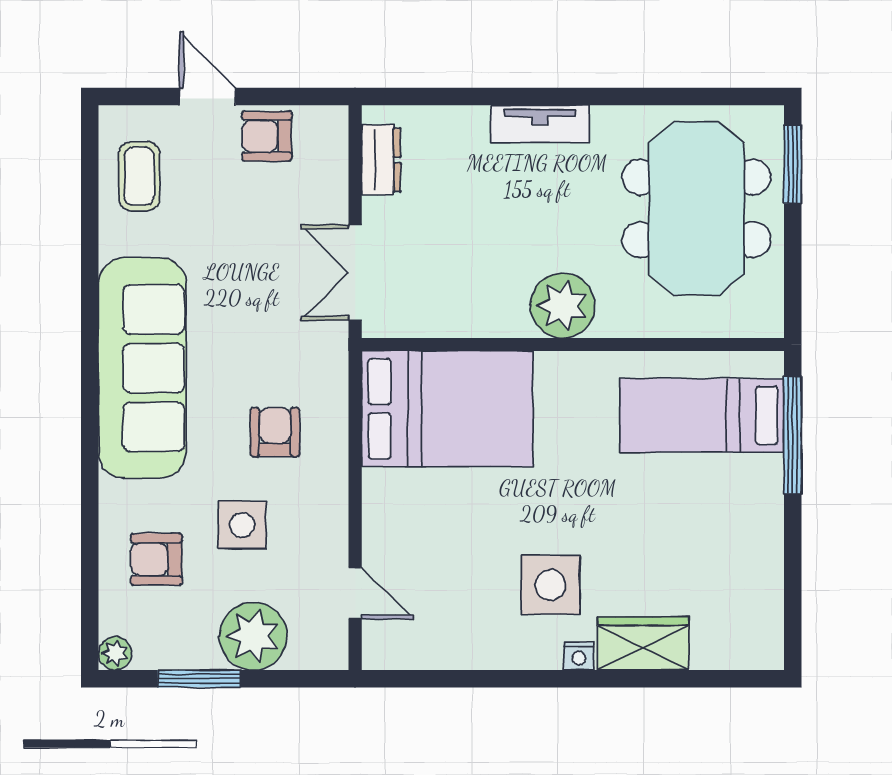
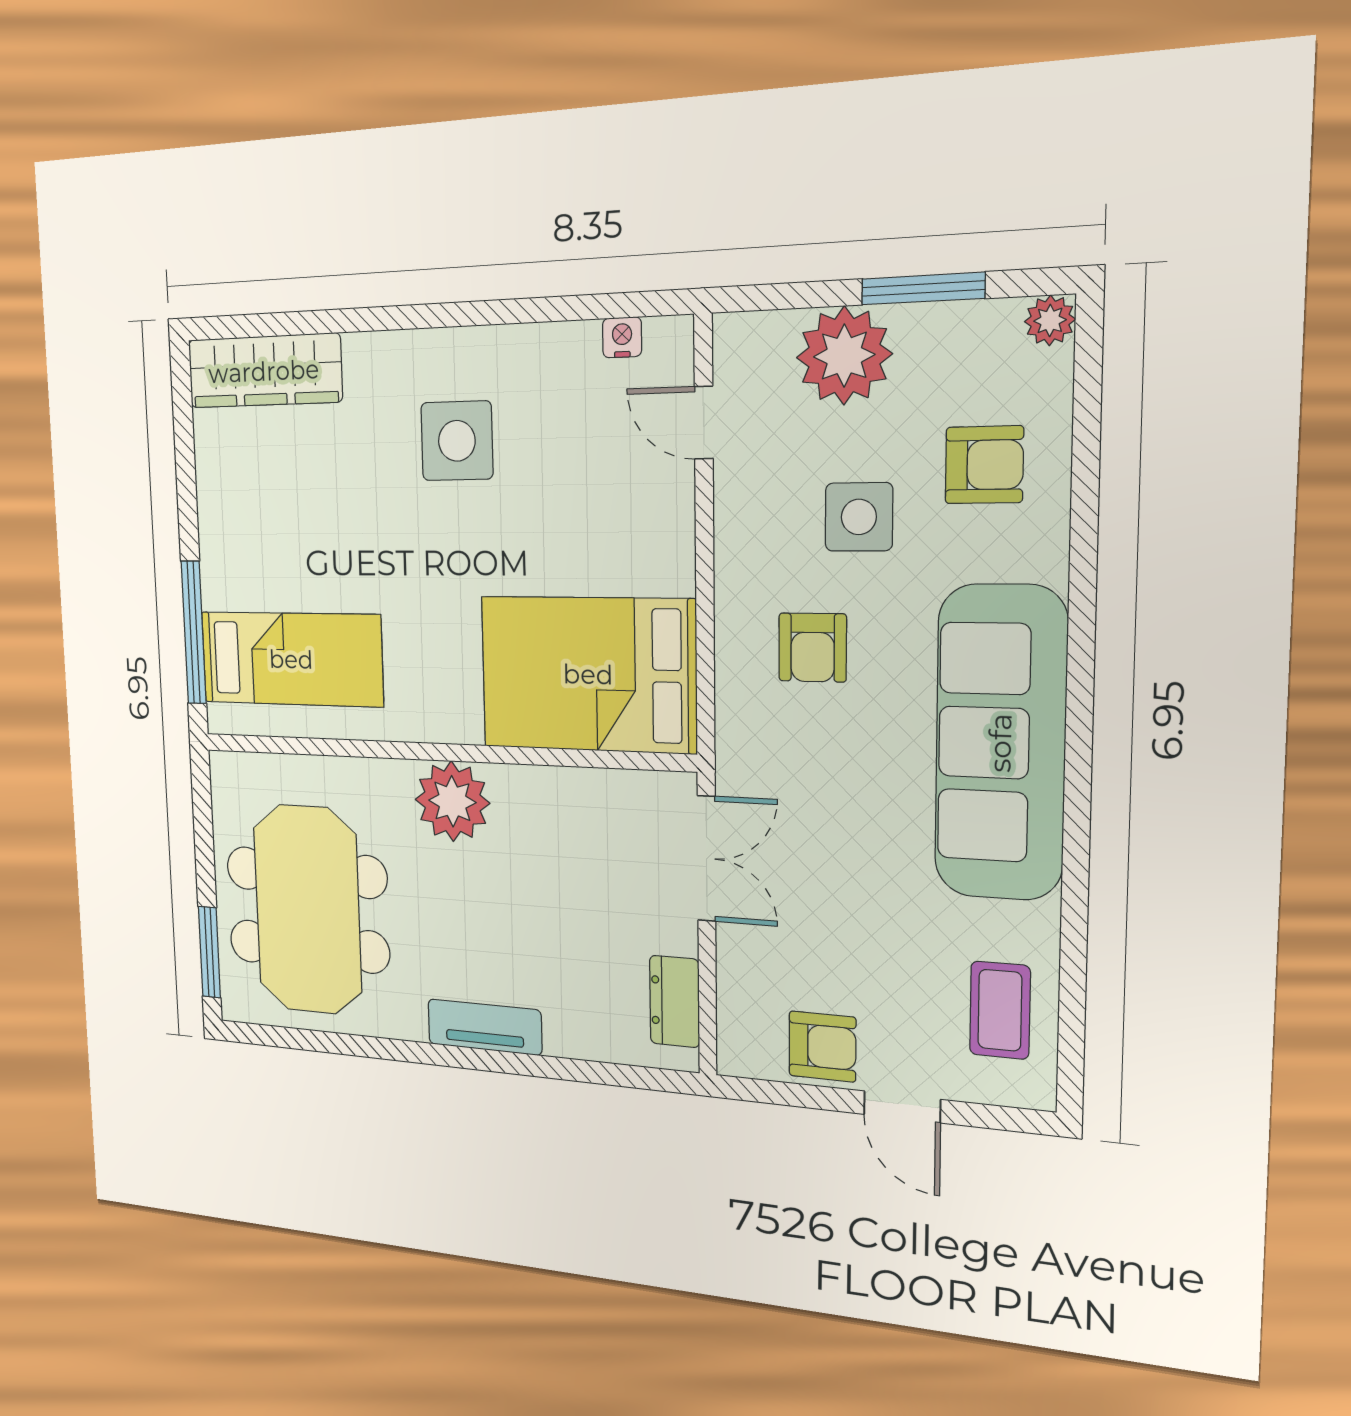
wardrobe: (643, 643) -> (264, 371), moved, width x1.50
nightstand: (579, 656) -> (622, 337), moved

